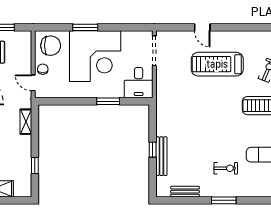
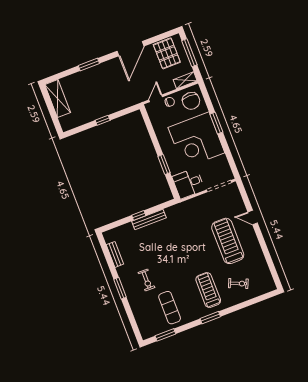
door: (202, 27) -> (253, 217), hinge flipped
shelving: (26, 122) -> (185, 80), moved
bench: (161, 156) -> (149, 220), moved
window: (35, 165) -> (103, 120), moved

